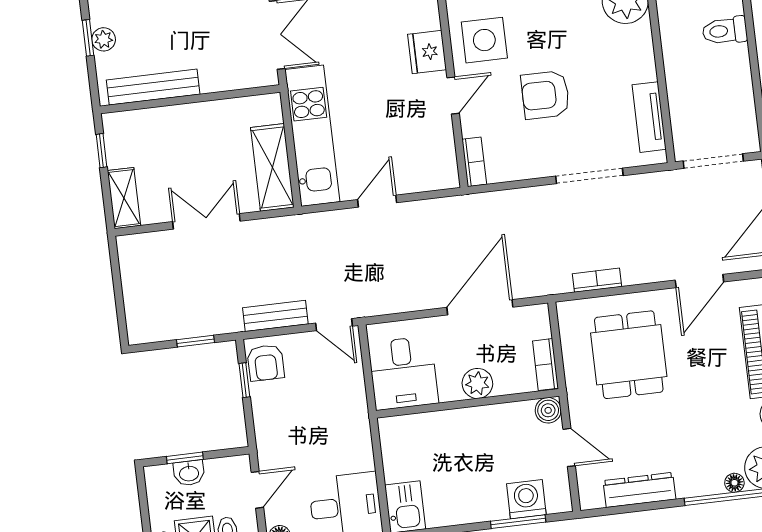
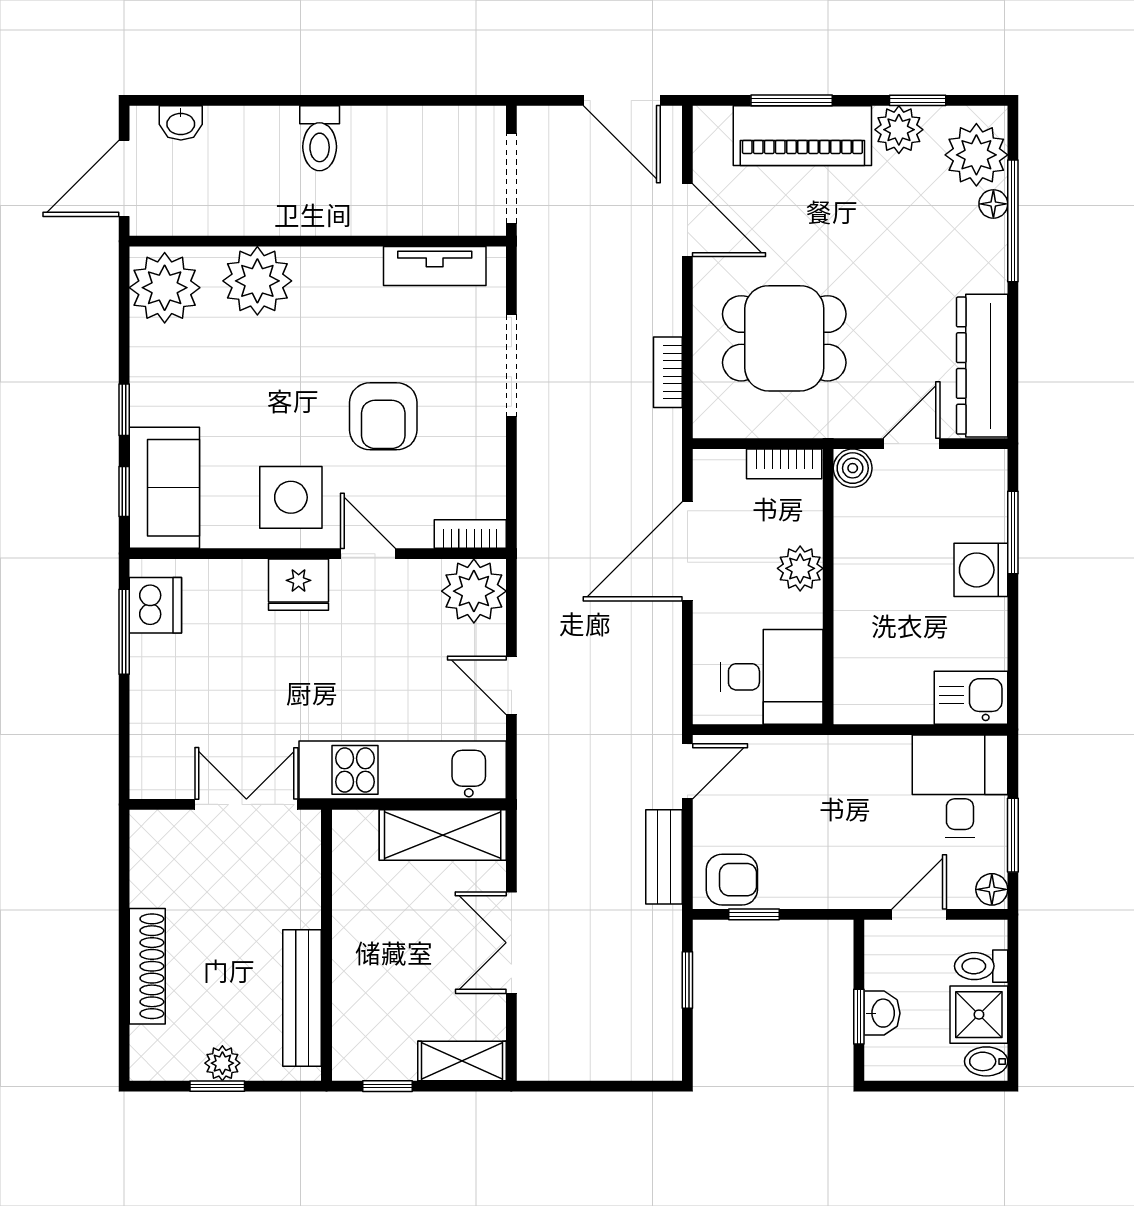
plant: (437, 169) -> (474, 591), added
door: (480, 307) -> (687, 551), hinge flipped
door: (257, 490) -> (919, 914), hinge flipped
dresser: (639, 490) -> (982, 366), width x1.37, depth x1.24
washing machine: (526, 499) -> (981, 570), moved

